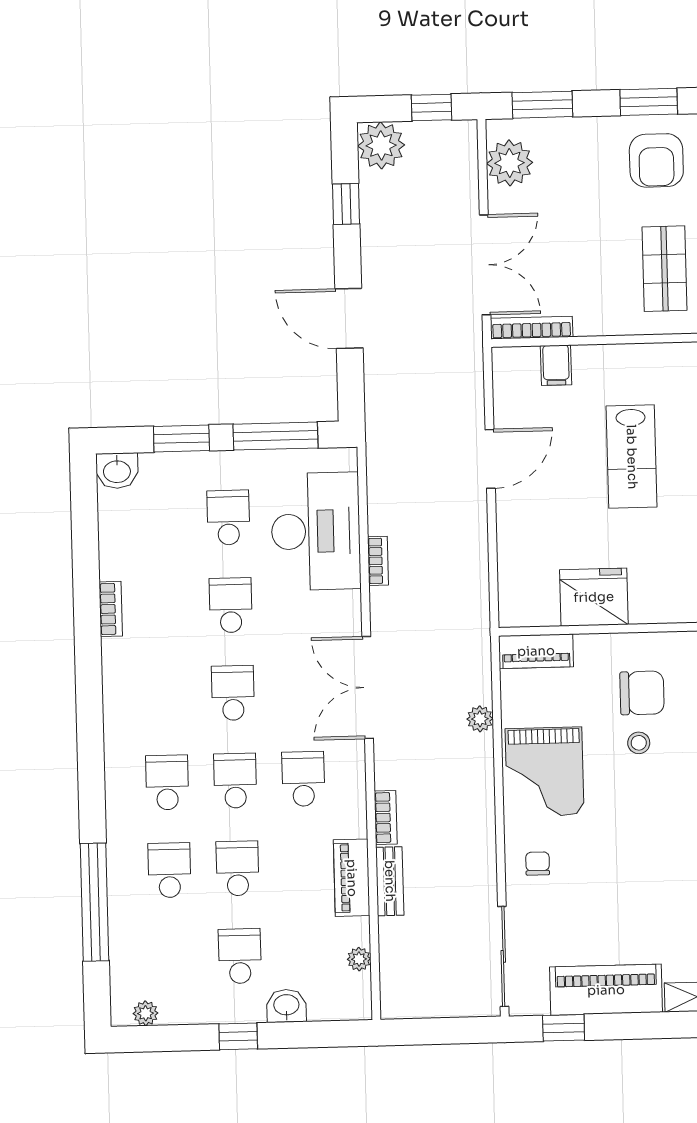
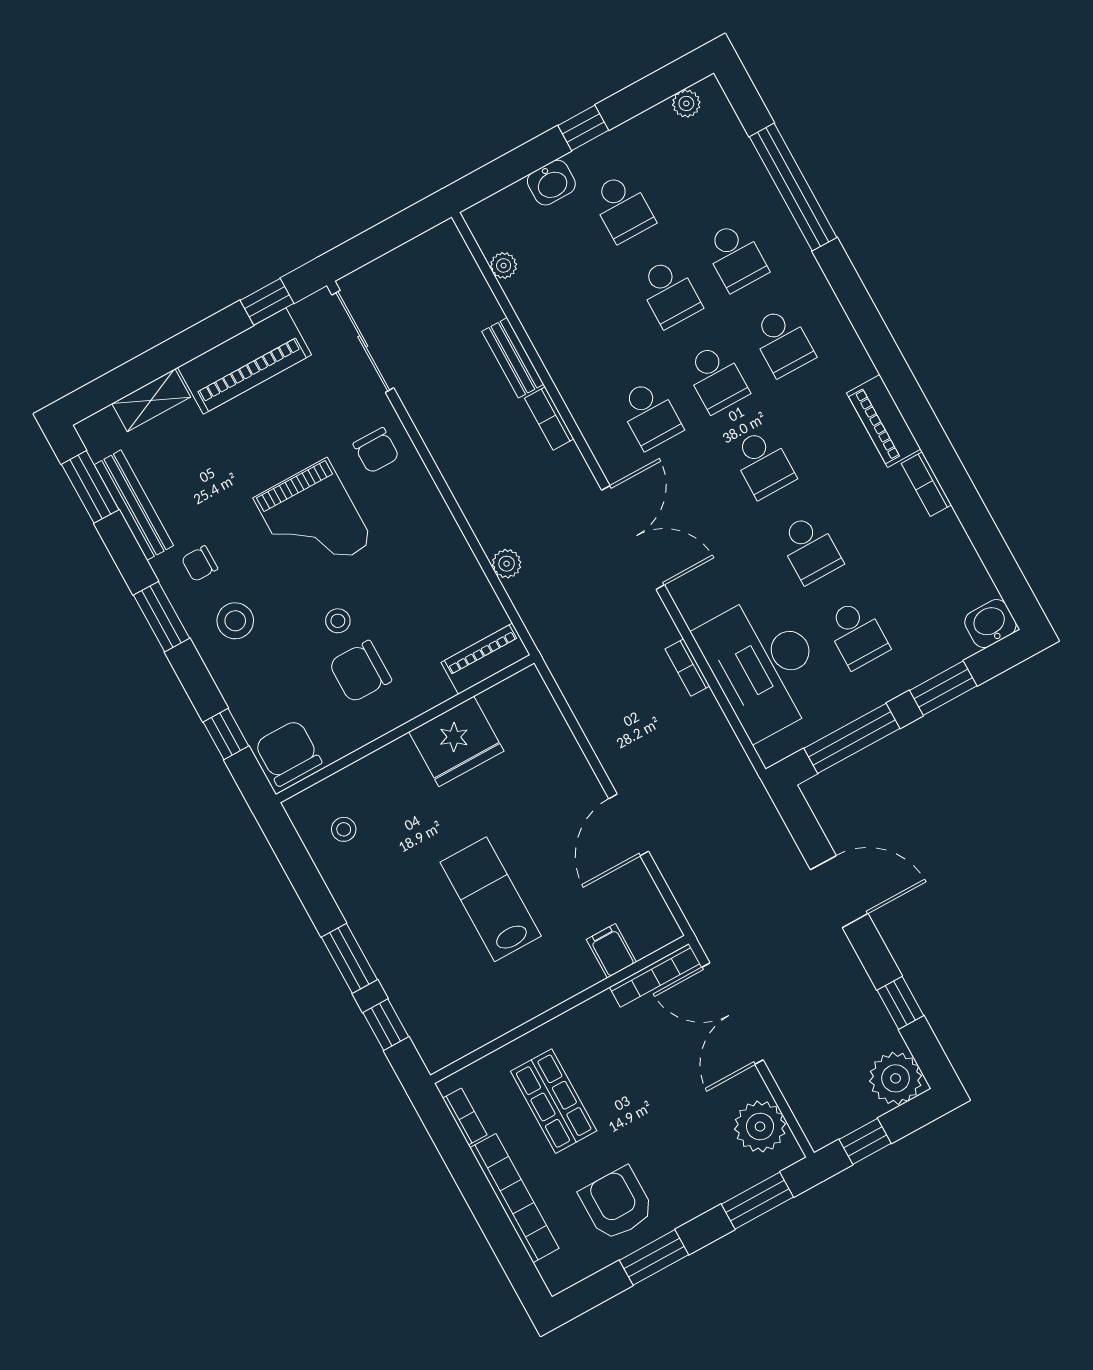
grand piano: (545, 772) -> (313, 520), moved, turned 180
chair: (538, 864) -> (376, 450), width x1.37, depth x1.37
piano: (352, 878) -> (884, 421), moved, turned 180

